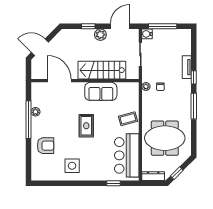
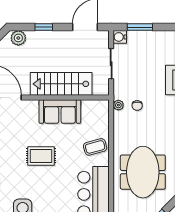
window: (163, 26) -> (140, 27), width x0.69
plant: (100, 35) -> (18, 38), moved
rug: (86, 126) -> (41, 156), turned 90
meeting table: (165, 138) -> (143, 172), turned 90

